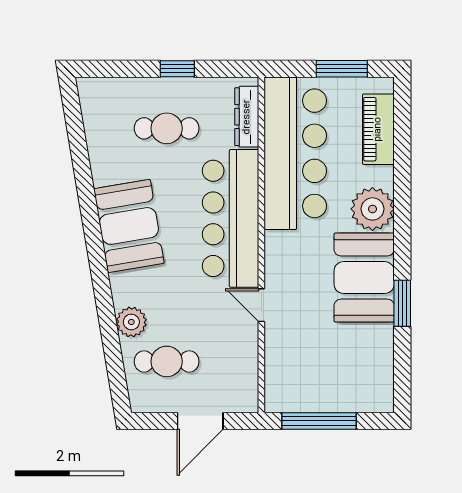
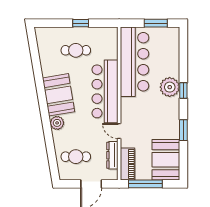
dresser: (247, 117) -> (112, 155), moved
piano: (378, 129) -> (127, 164), moved, turned 180
window: (402, 216) -> (183, 90), added
booth: (364, 278) -> (166, 160), moved
plant: (131, 322) -> (57, 123), moved

